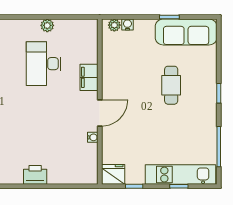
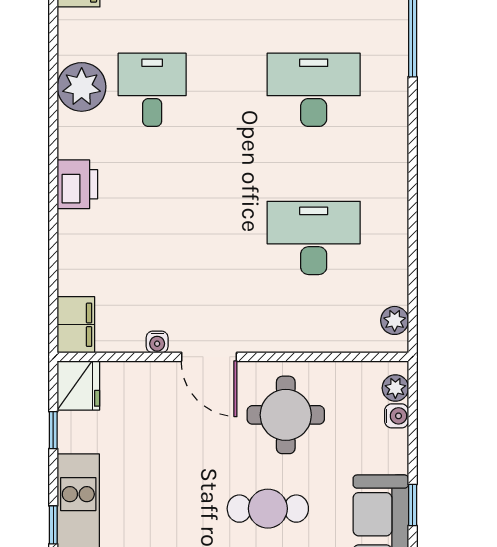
plant: (47, 25) -> (395, 320), moved
filing cabinet: (89, 77) -> (76, 325), moved, turned 90
round table: (127, 77) -> (286, 415), added
printer: (35, 175) -> (77, 184), moved

